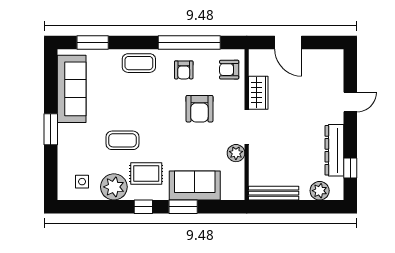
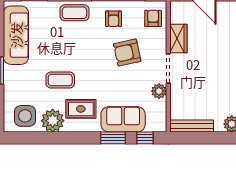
armchair: (229, 70) -> (153, 18), turned 90
armchair: (199, 109) -> (127, 52), turned 78
side table: (82, 182) -> (25, 116), width x1.87, depth x1.87
window: (143, 207) -> (145, 138), moved

